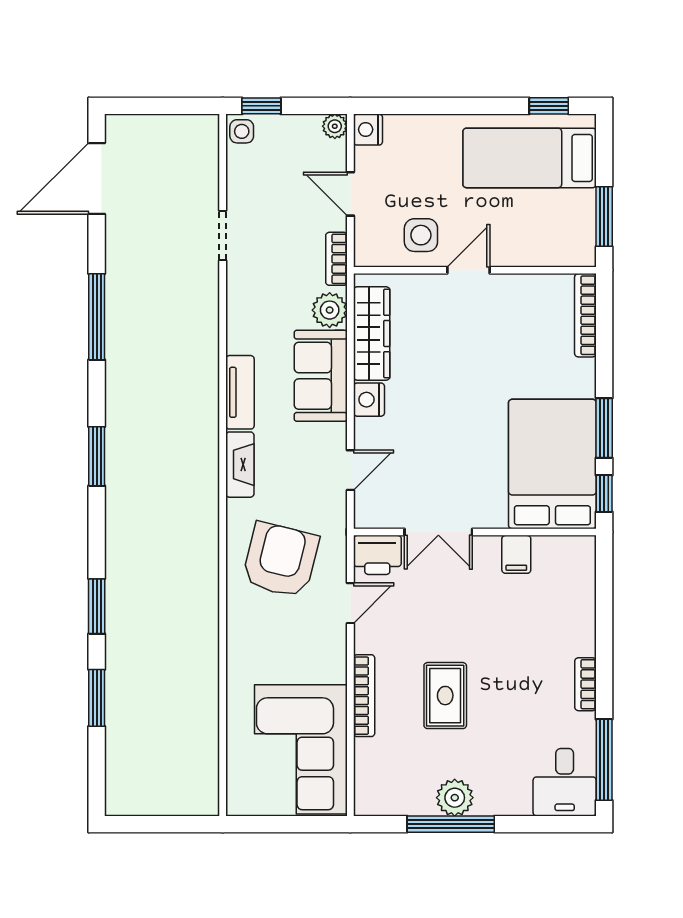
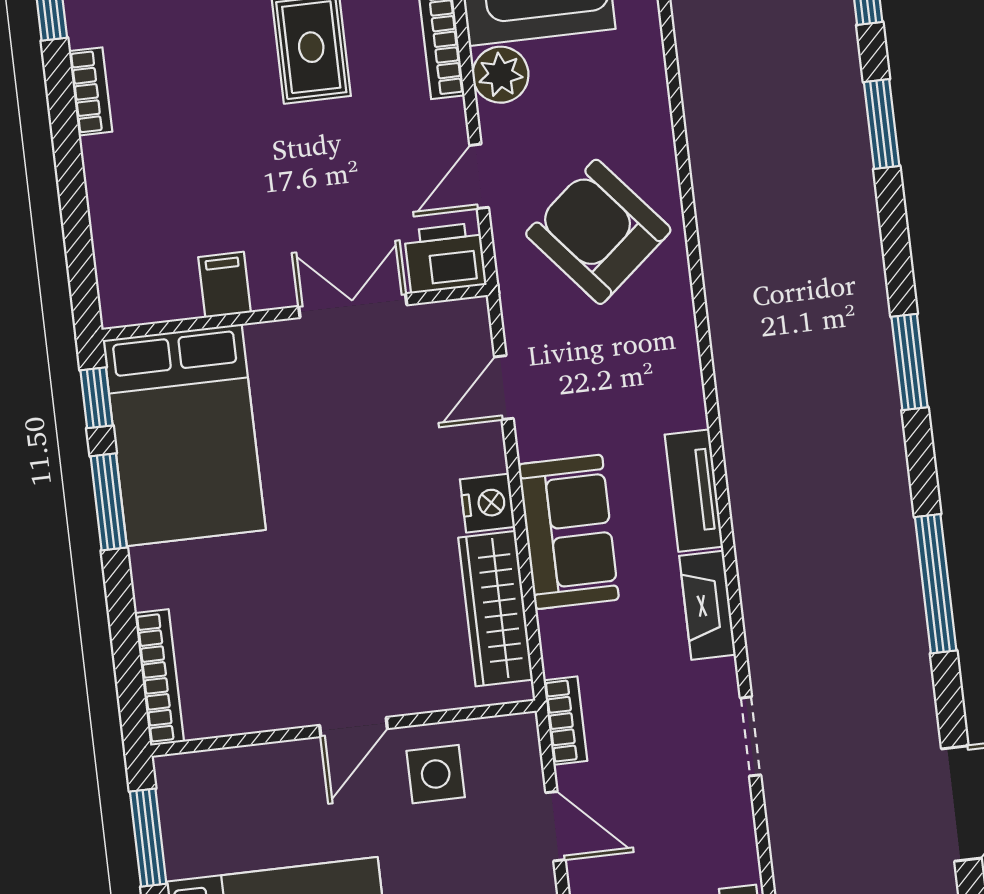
plant: (330, 310) -> (501, 75), moved
fireplace: (240, 465) -> (707, 605), moved
armchair: (280, 560) -> (598, 232), turned 126

